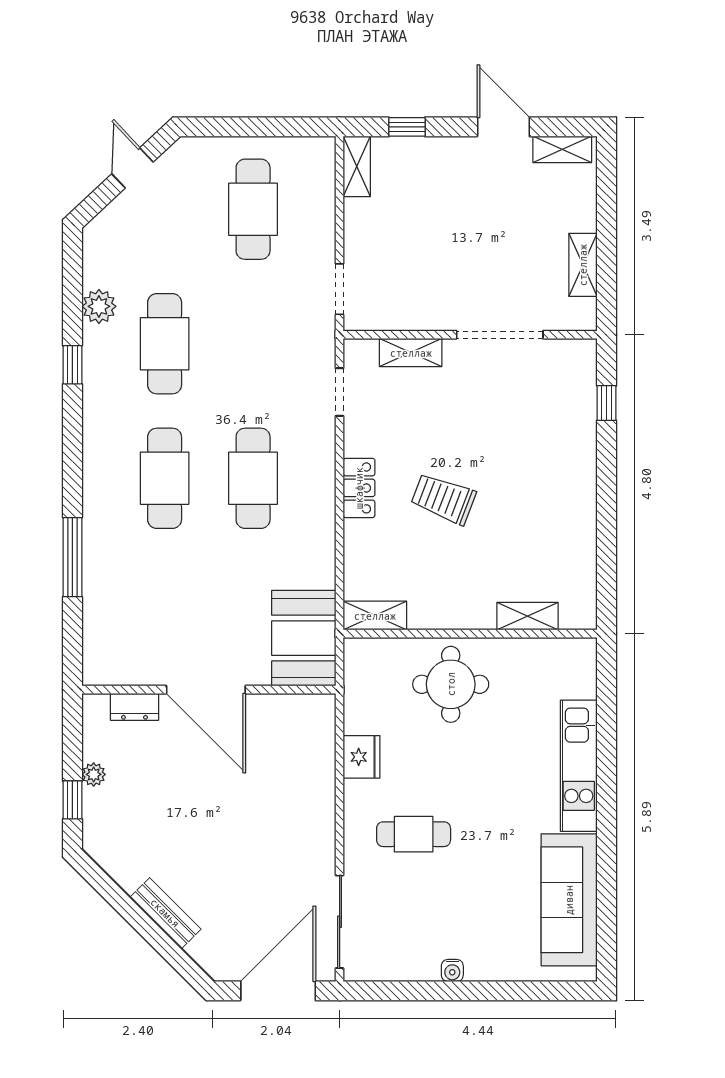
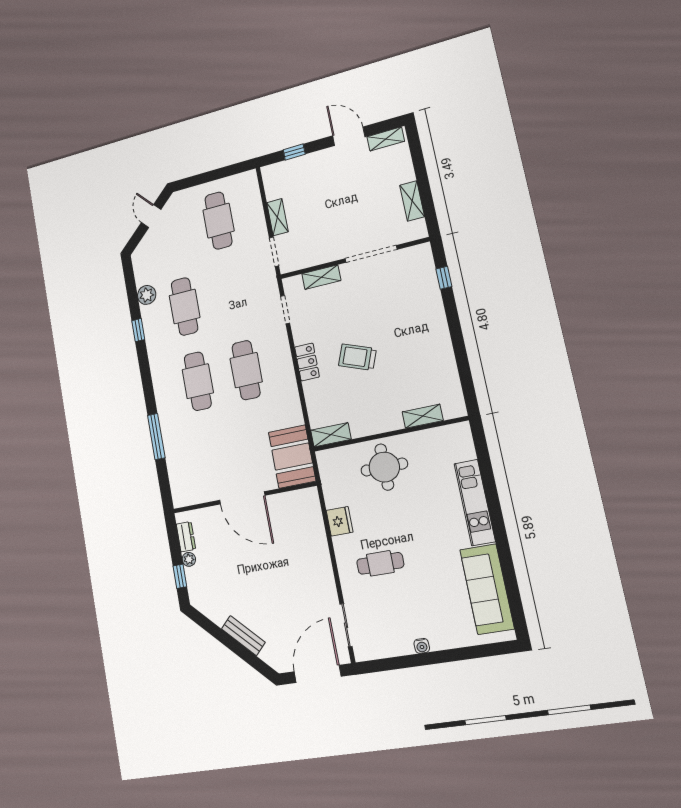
shelving: (357, 166) -> (278, 217), moved
dresser: (134, 707) -> (186, 537), moved, turned -90
sliding door: (340, 922) -> (346, 625), width x0.73

